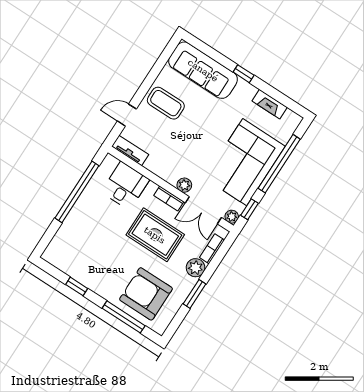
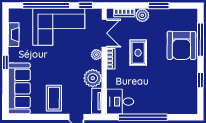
desk: (125, 186) -> (120, 102), moved
plant: (232, 217) -> (93, 78), moved, width x1.88, depth x1.88
rug: (155, 235) -> (138, 53), width x0.73, depth x0.70
armchair: (146, 294) -> (181, 45), moved

